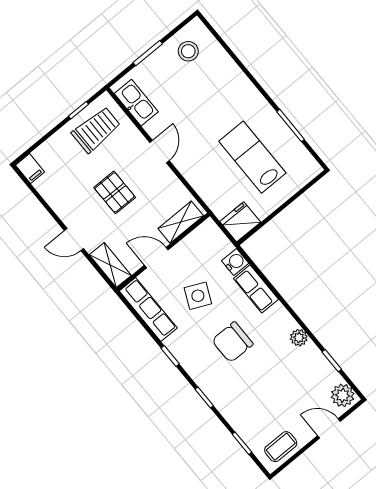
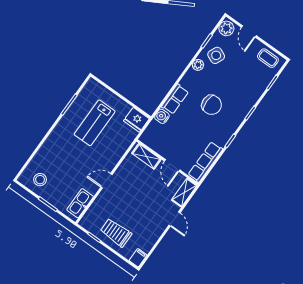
trolley: (96, 130) -> (116, 233), moved
pallet: (115, 192) -> (139, 202), removed
side table: (198, 296) -> (216, 55), moved

